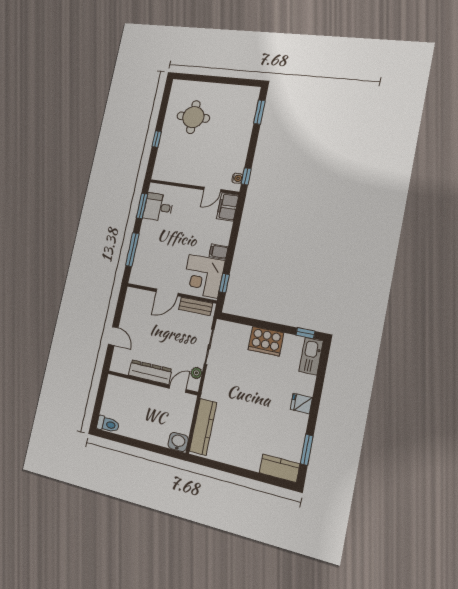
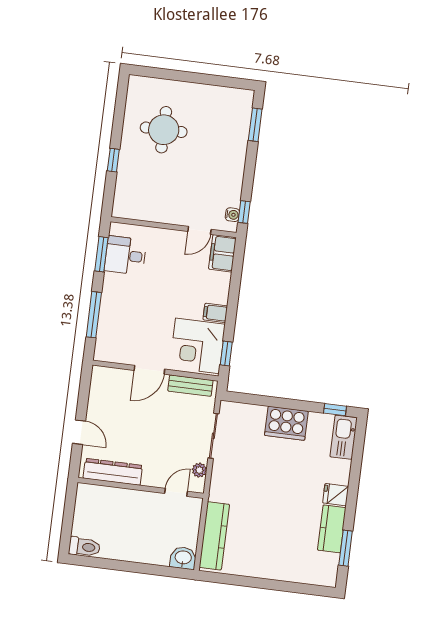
dresser: (150, 372) -> (113, 472), moved
kitchen counter: (280, 468) -> (332, 529), moved, turned -90

